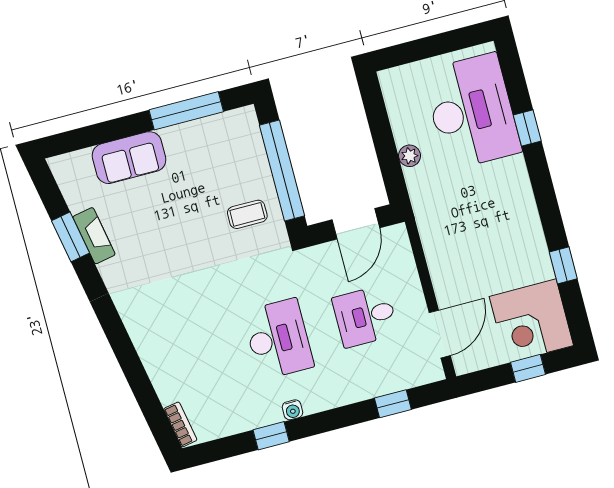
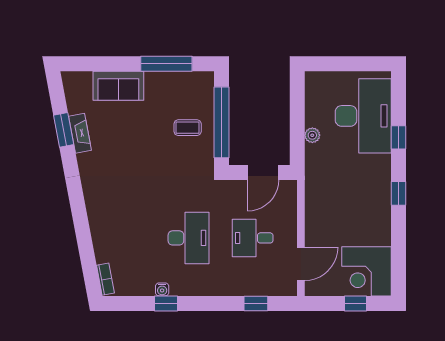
coffee table: (247, 214) -> (188, 128), moved
window: (563, 265) -> (399, 193), moved
water cooler: (292, 410) -> (162, 289), moved

